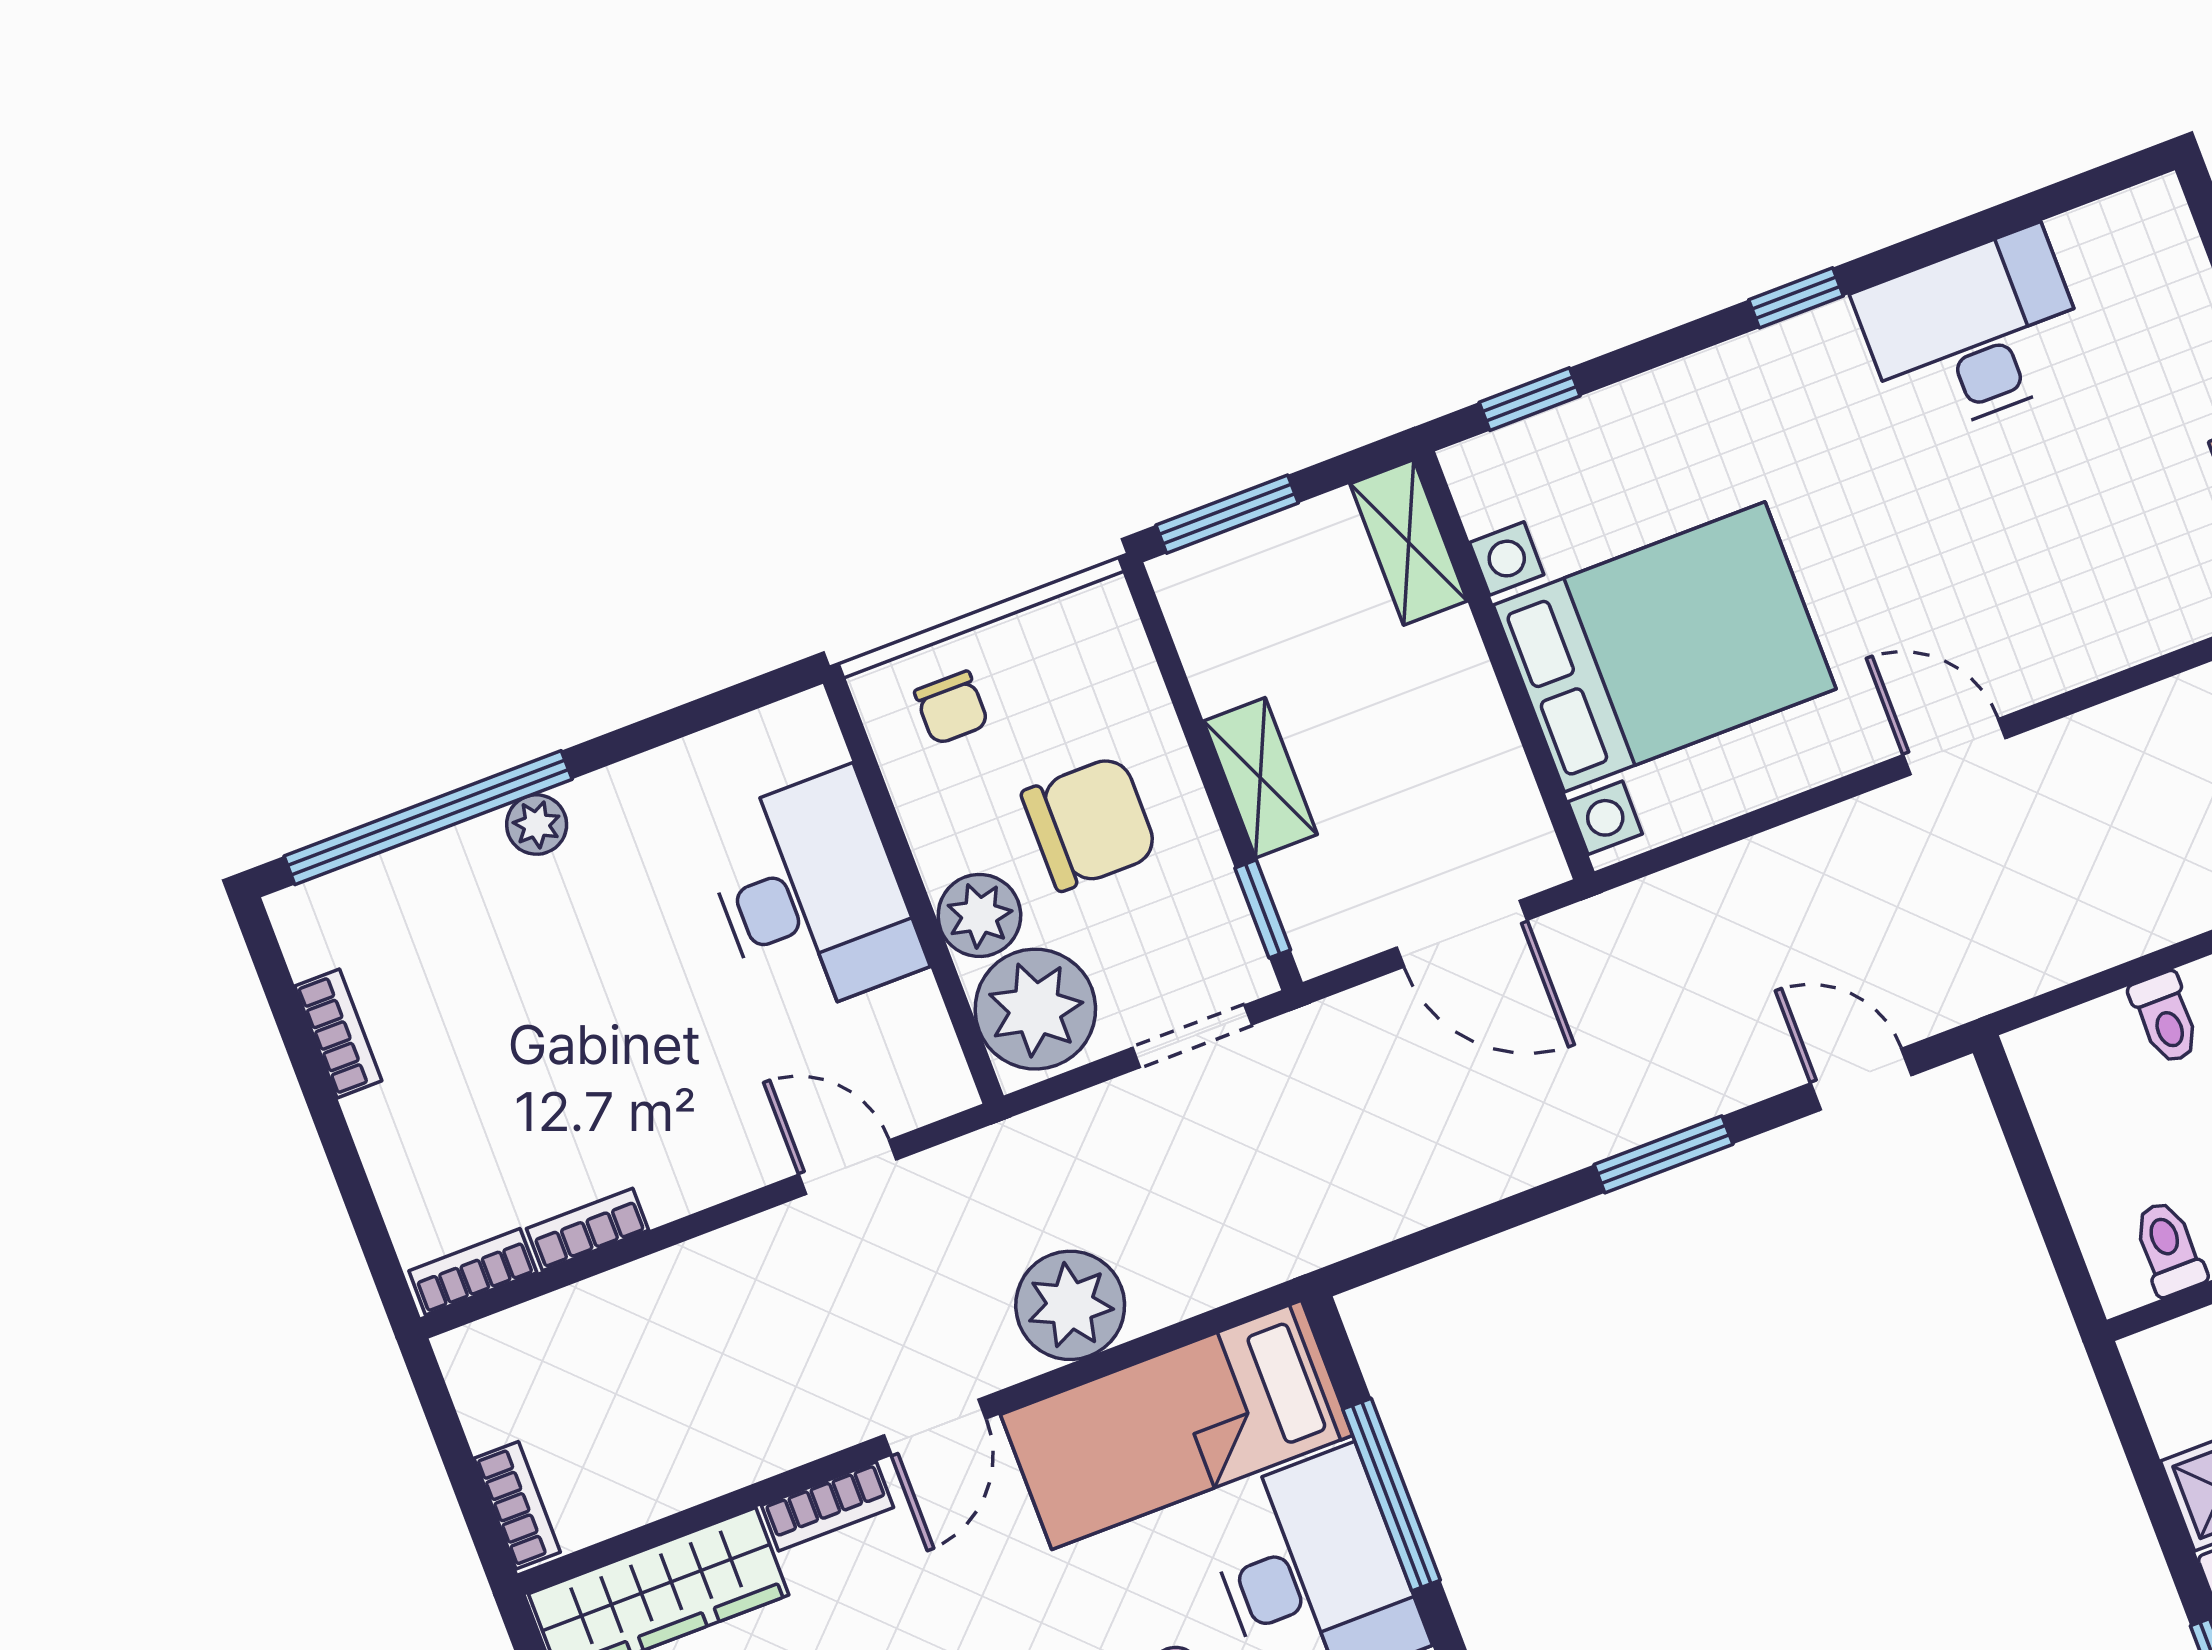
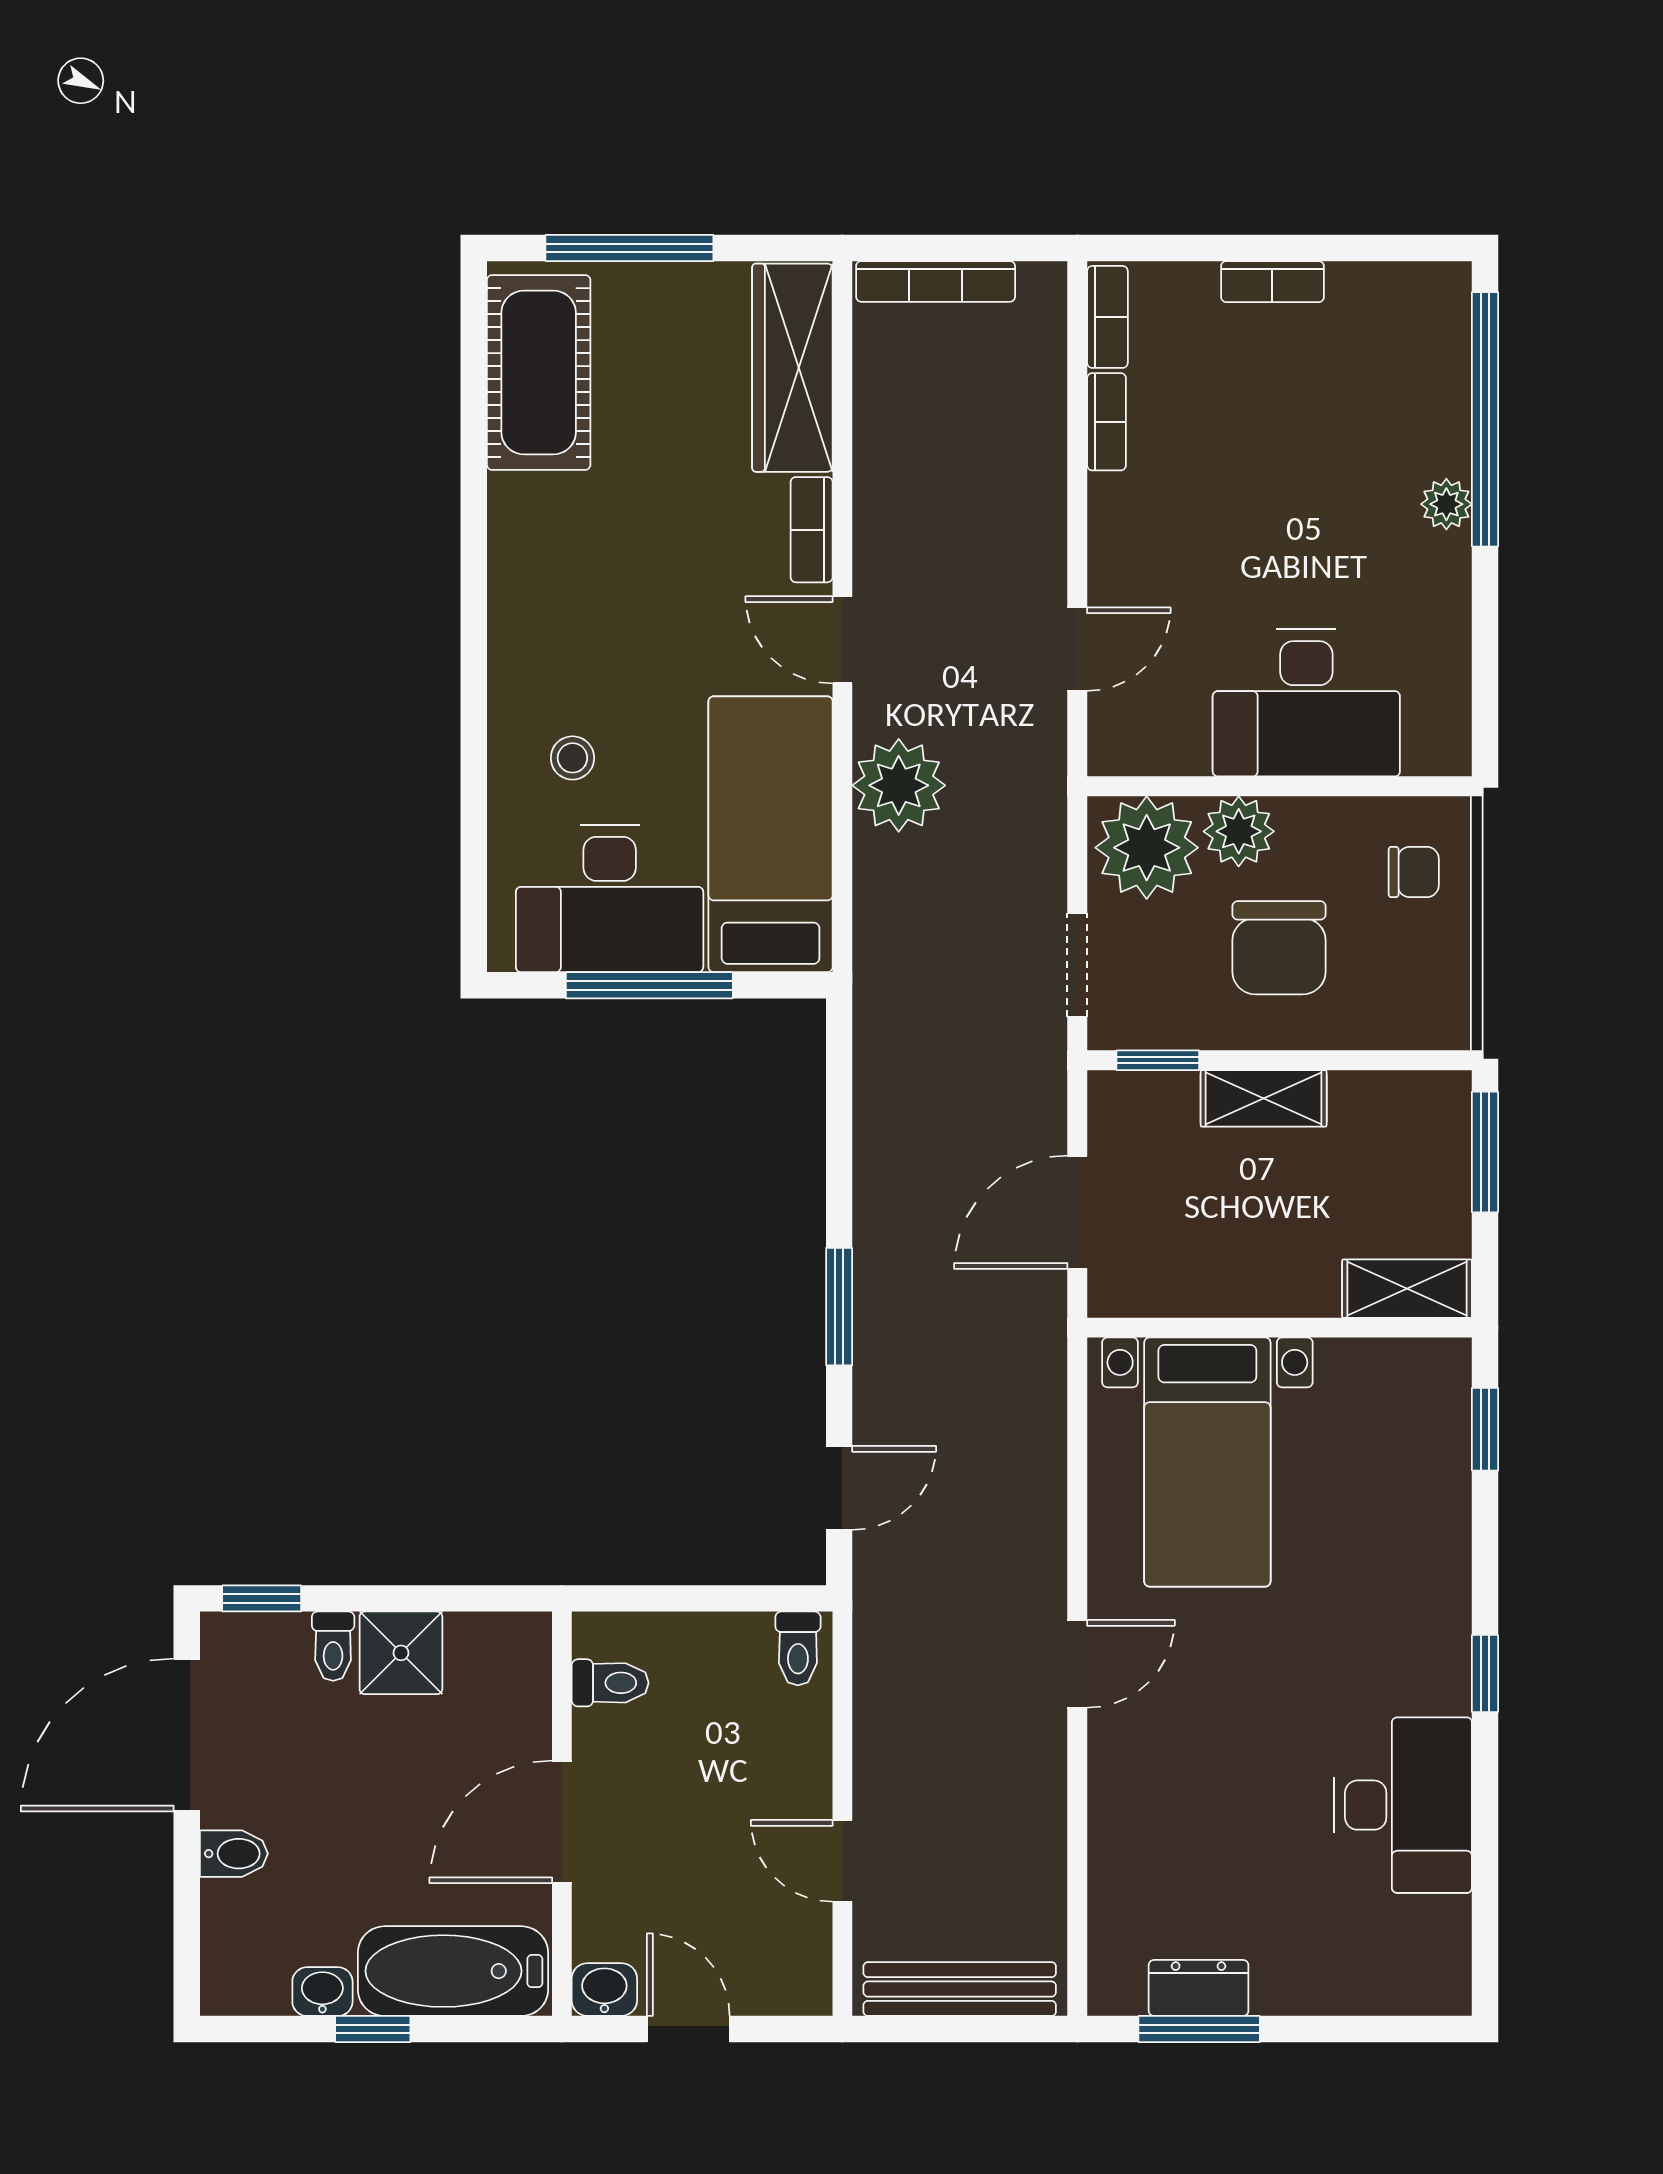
bed with nightstands: (1665, 647) -> (1207, 1462), width x0.73
chair: (951, 708) -> (1414, 872), turned 180
toilet: (2165, 1018) -> (798, 1648), moved, turned -90
bookcase: (338, 1033) -> (1272, 282), moved
bookcase: (517, 1505) -> (936, 281), width x1.56

